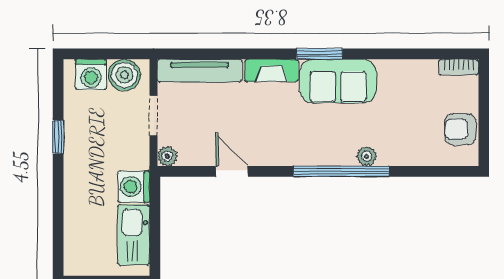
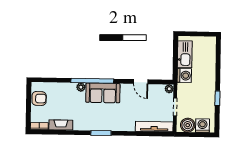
fireplace: (272, 70) -> (61, 125), moved
sofa: (338, 81) -> (103, 93), moved, turned 180

